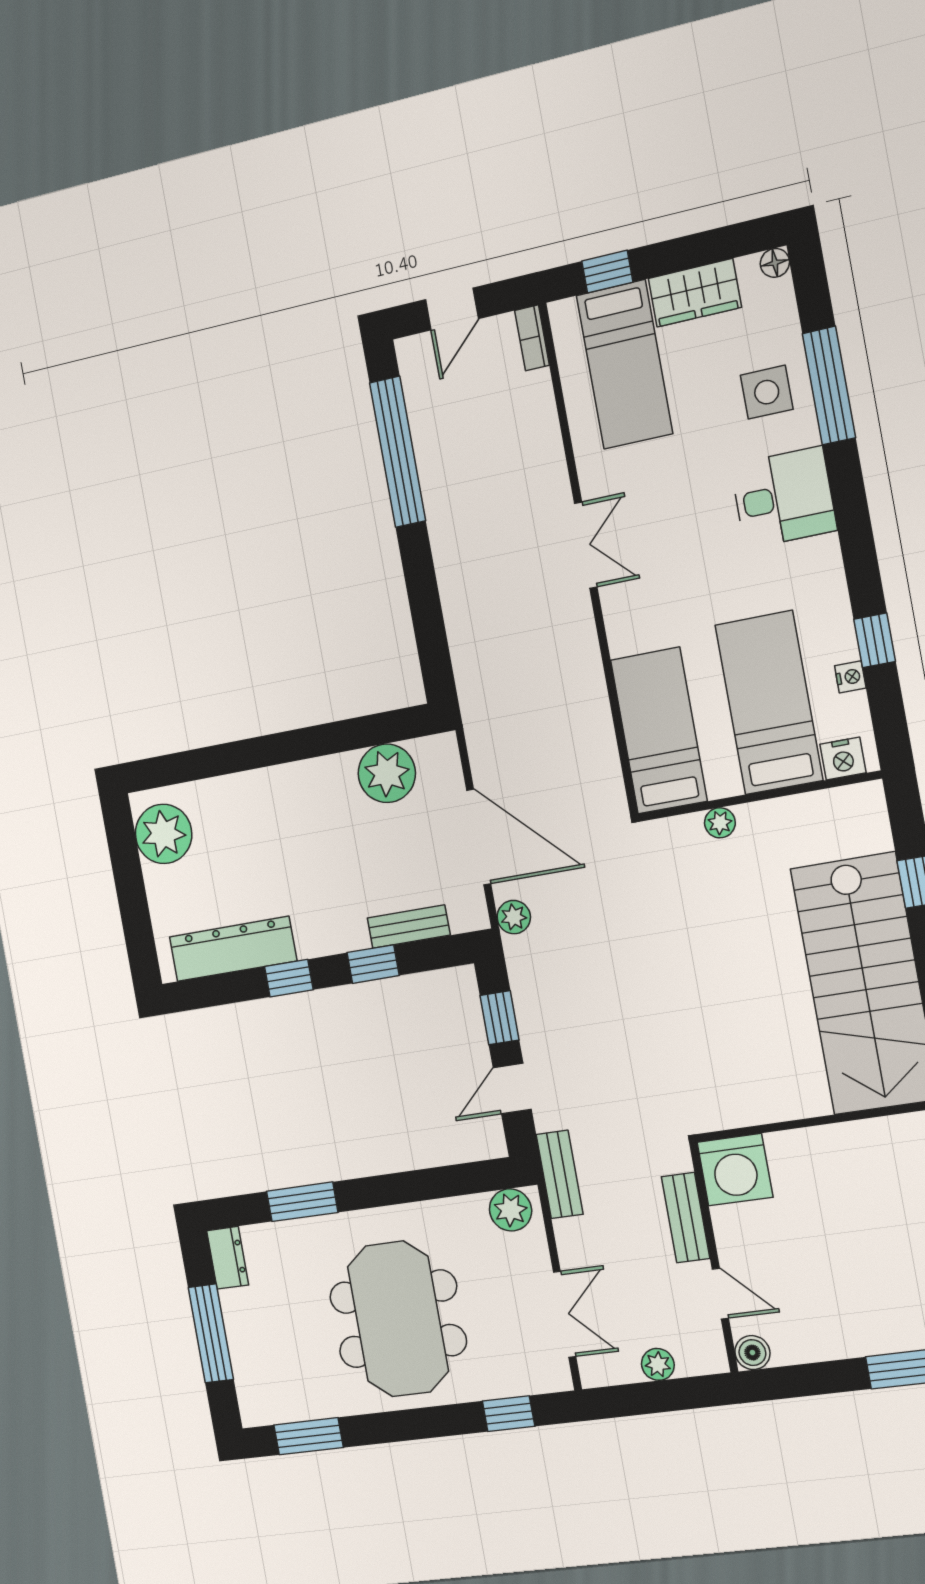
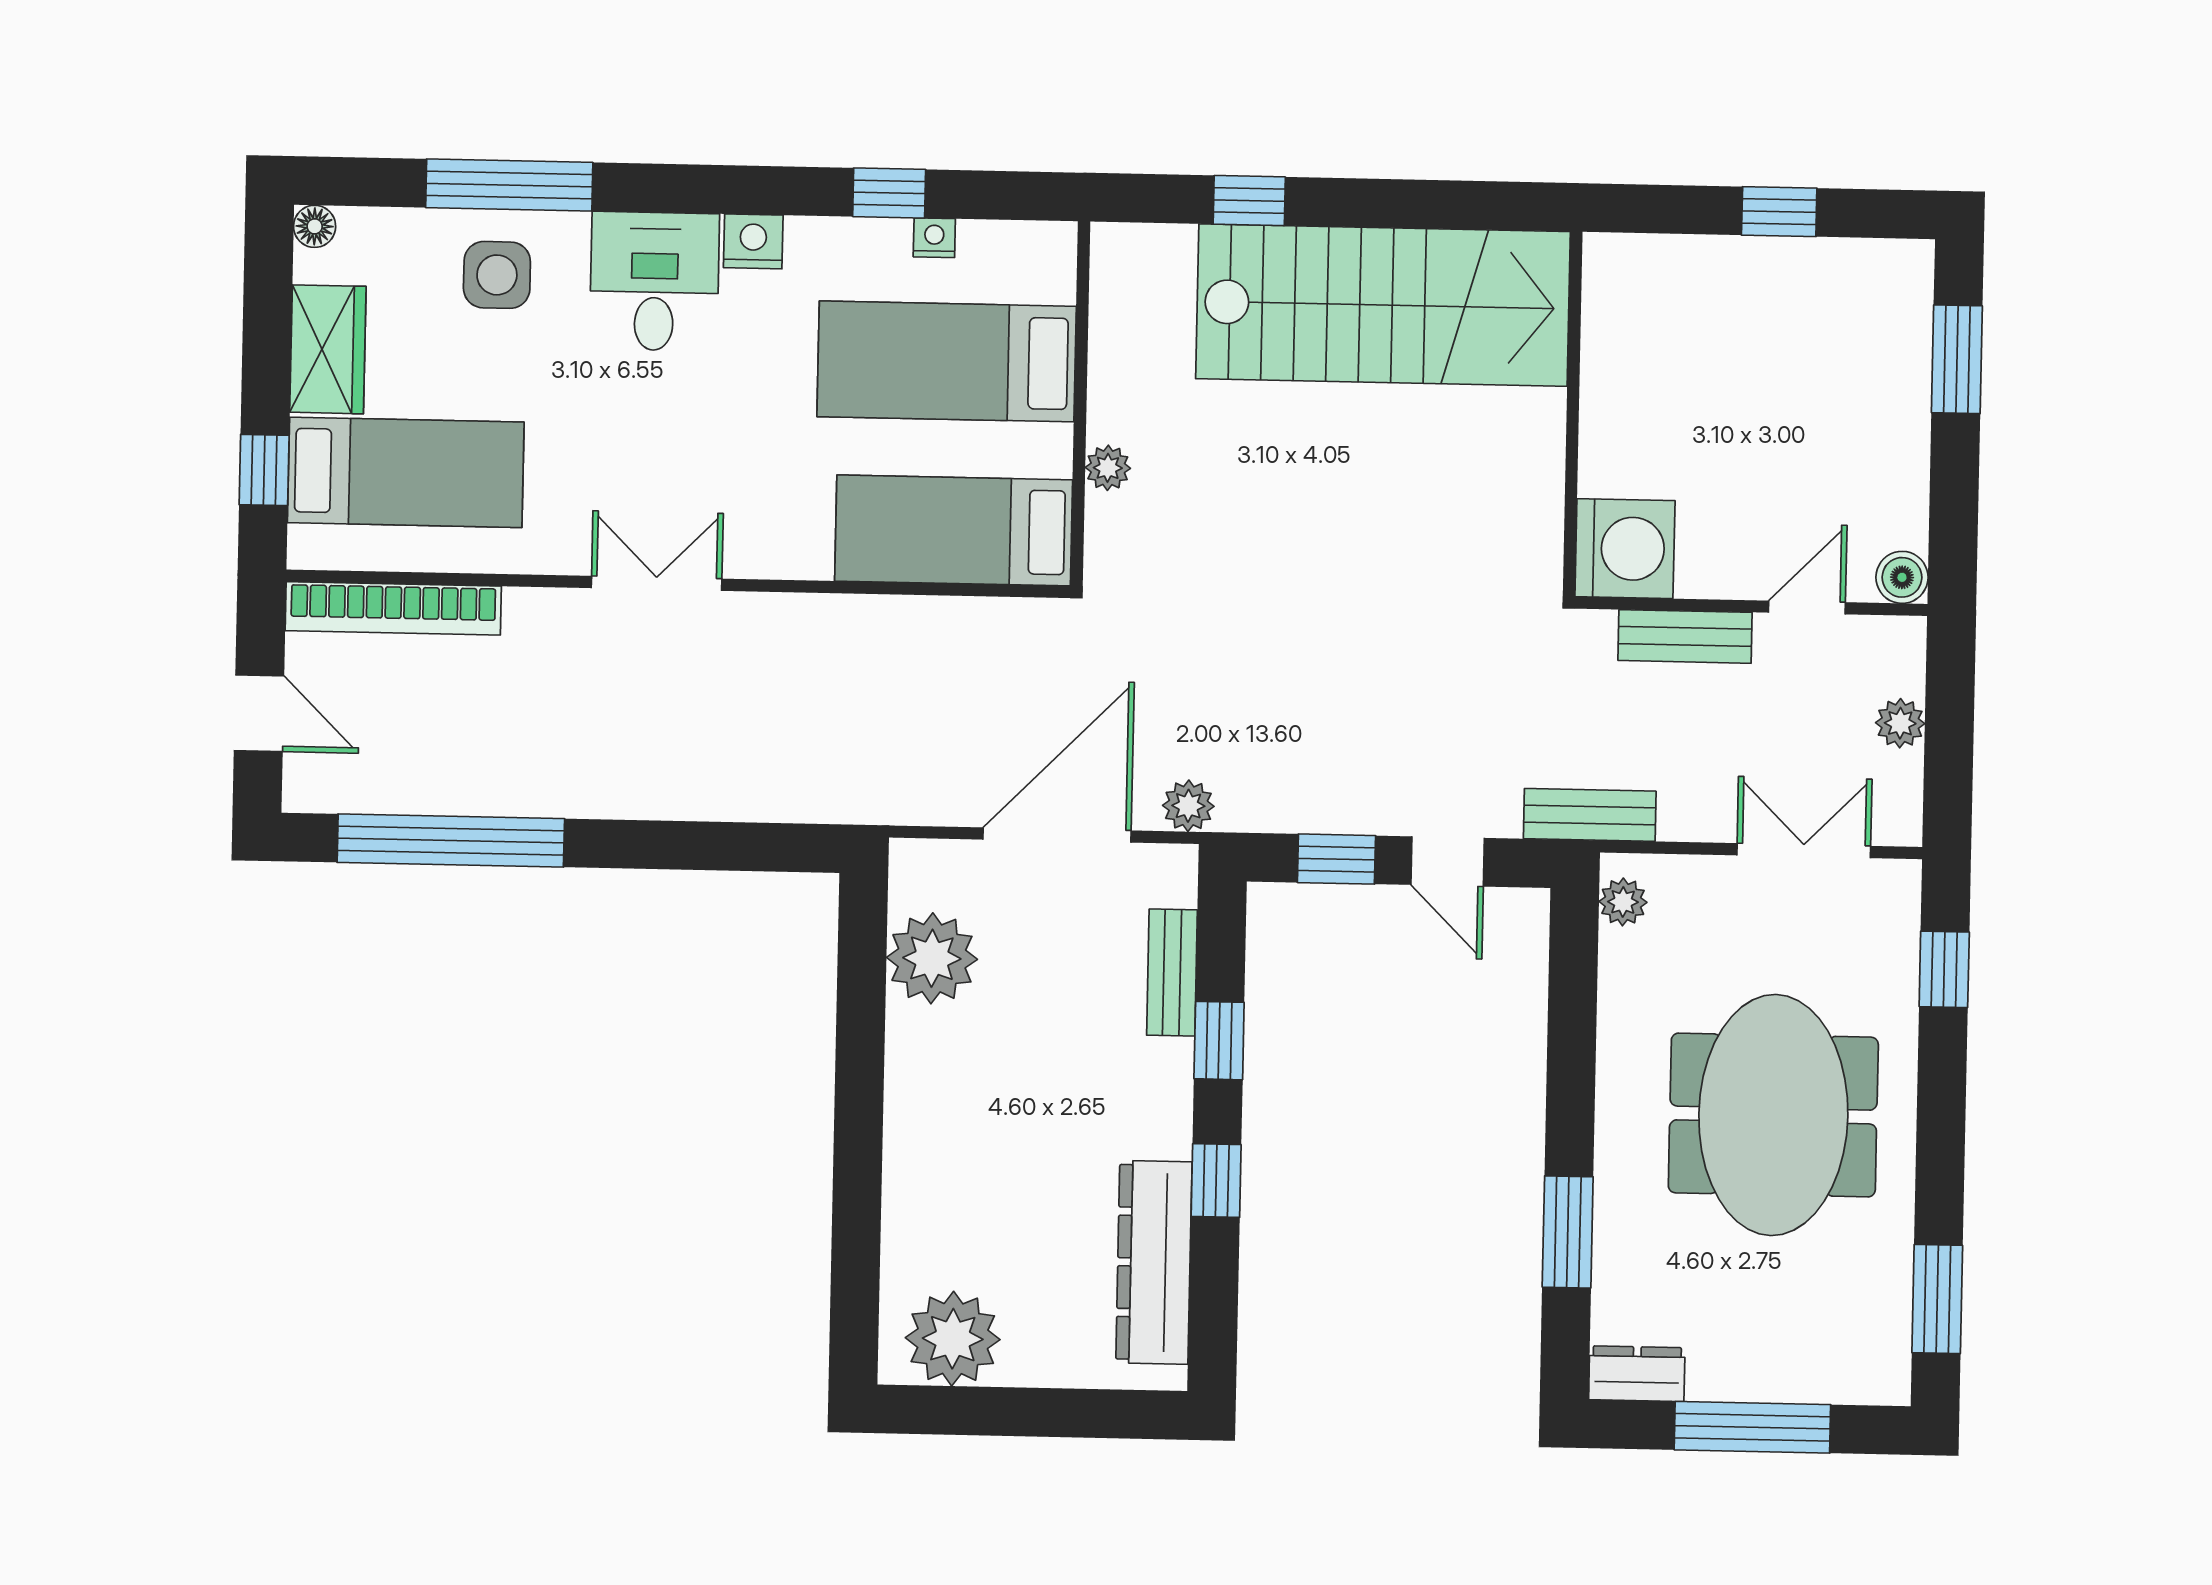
bookcase: (532, 338) -> (393, 608), width x2.31, depth x1.31
nightstand: (843, 759) -> (753, 241), moved, turned -90
plant: (511, 1210) -> (1623, 902), width x0.73, depth x0.73
meeting table: (398, 1319) -> (1773, 1115), turned 90

